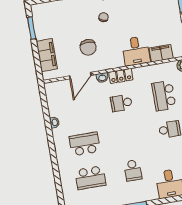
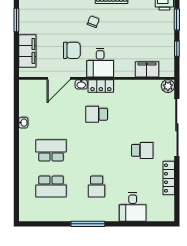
chair: (88, 47) -> (72, 50), turned -90
desk: (136, 51) -> (100, 63), moved
school desk: (164, 96) -> (142, 114), removed

